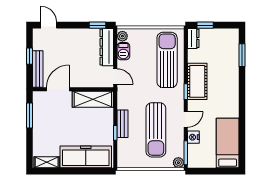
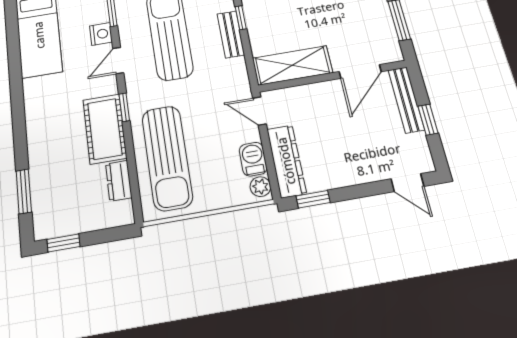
window: (205, 25) -> (63, 243), moved
dresser: (193, 38) -> (119, 181), moved

